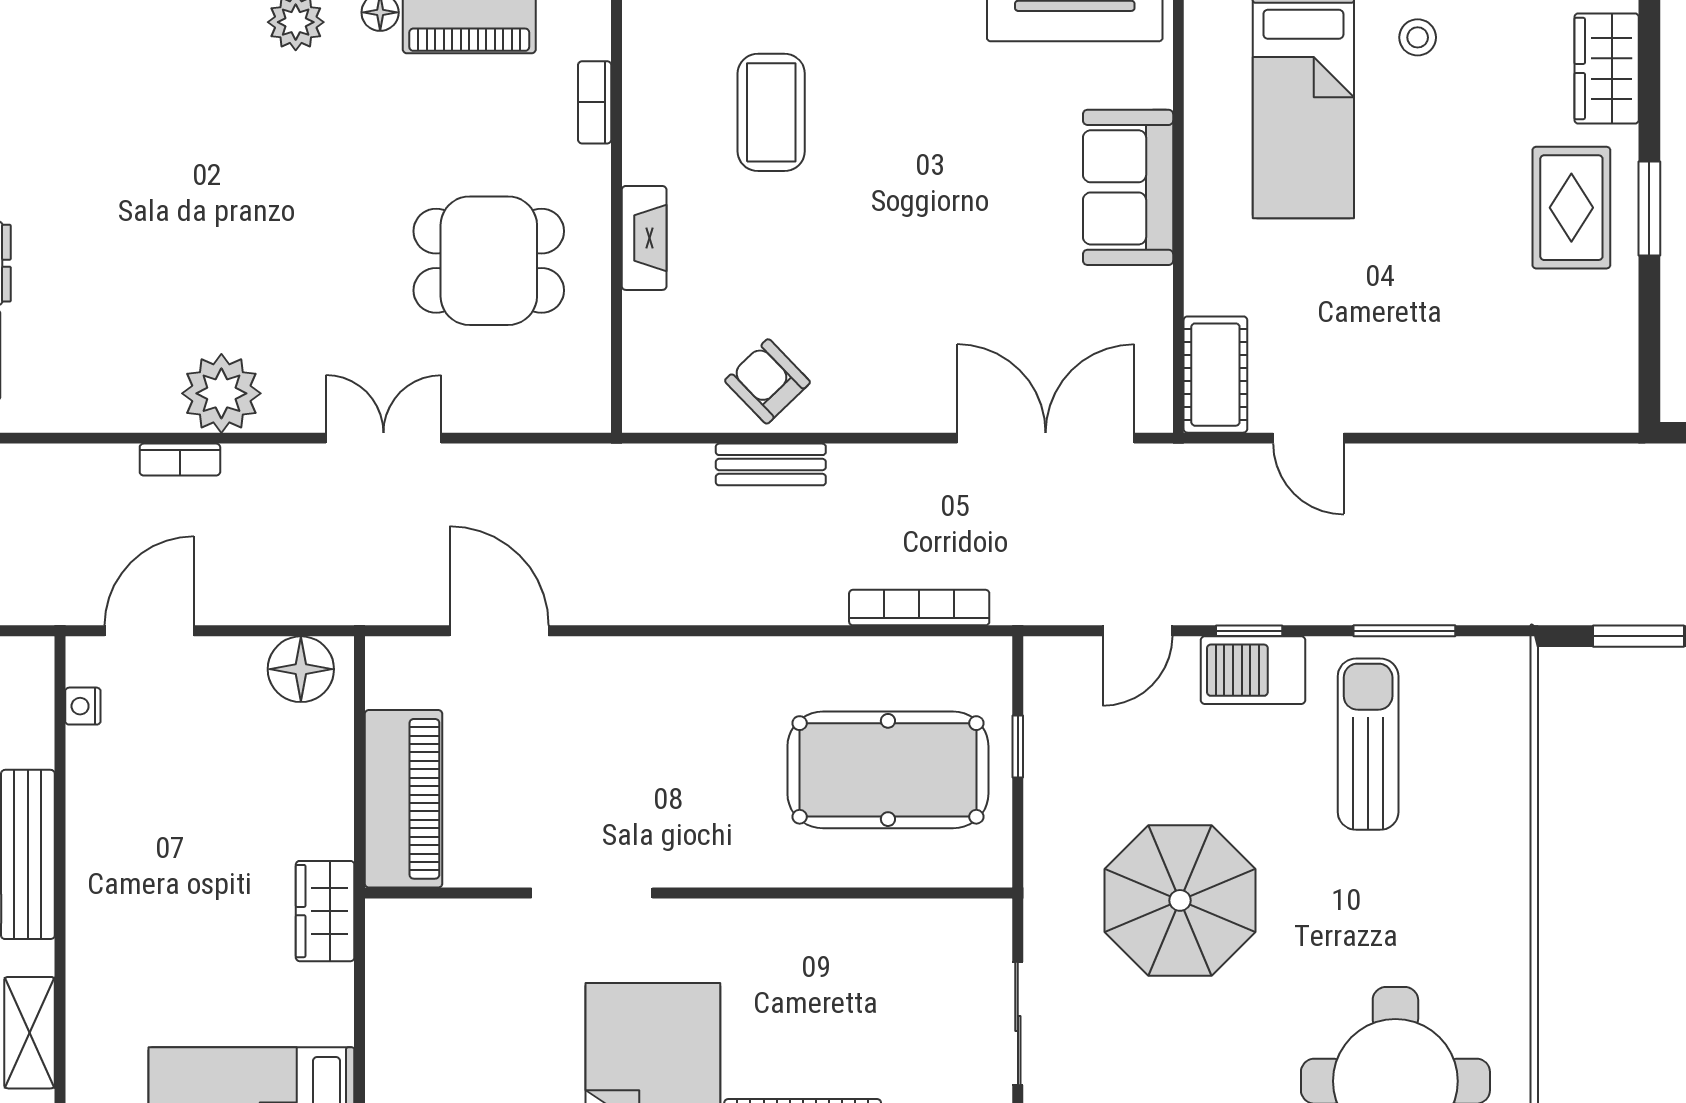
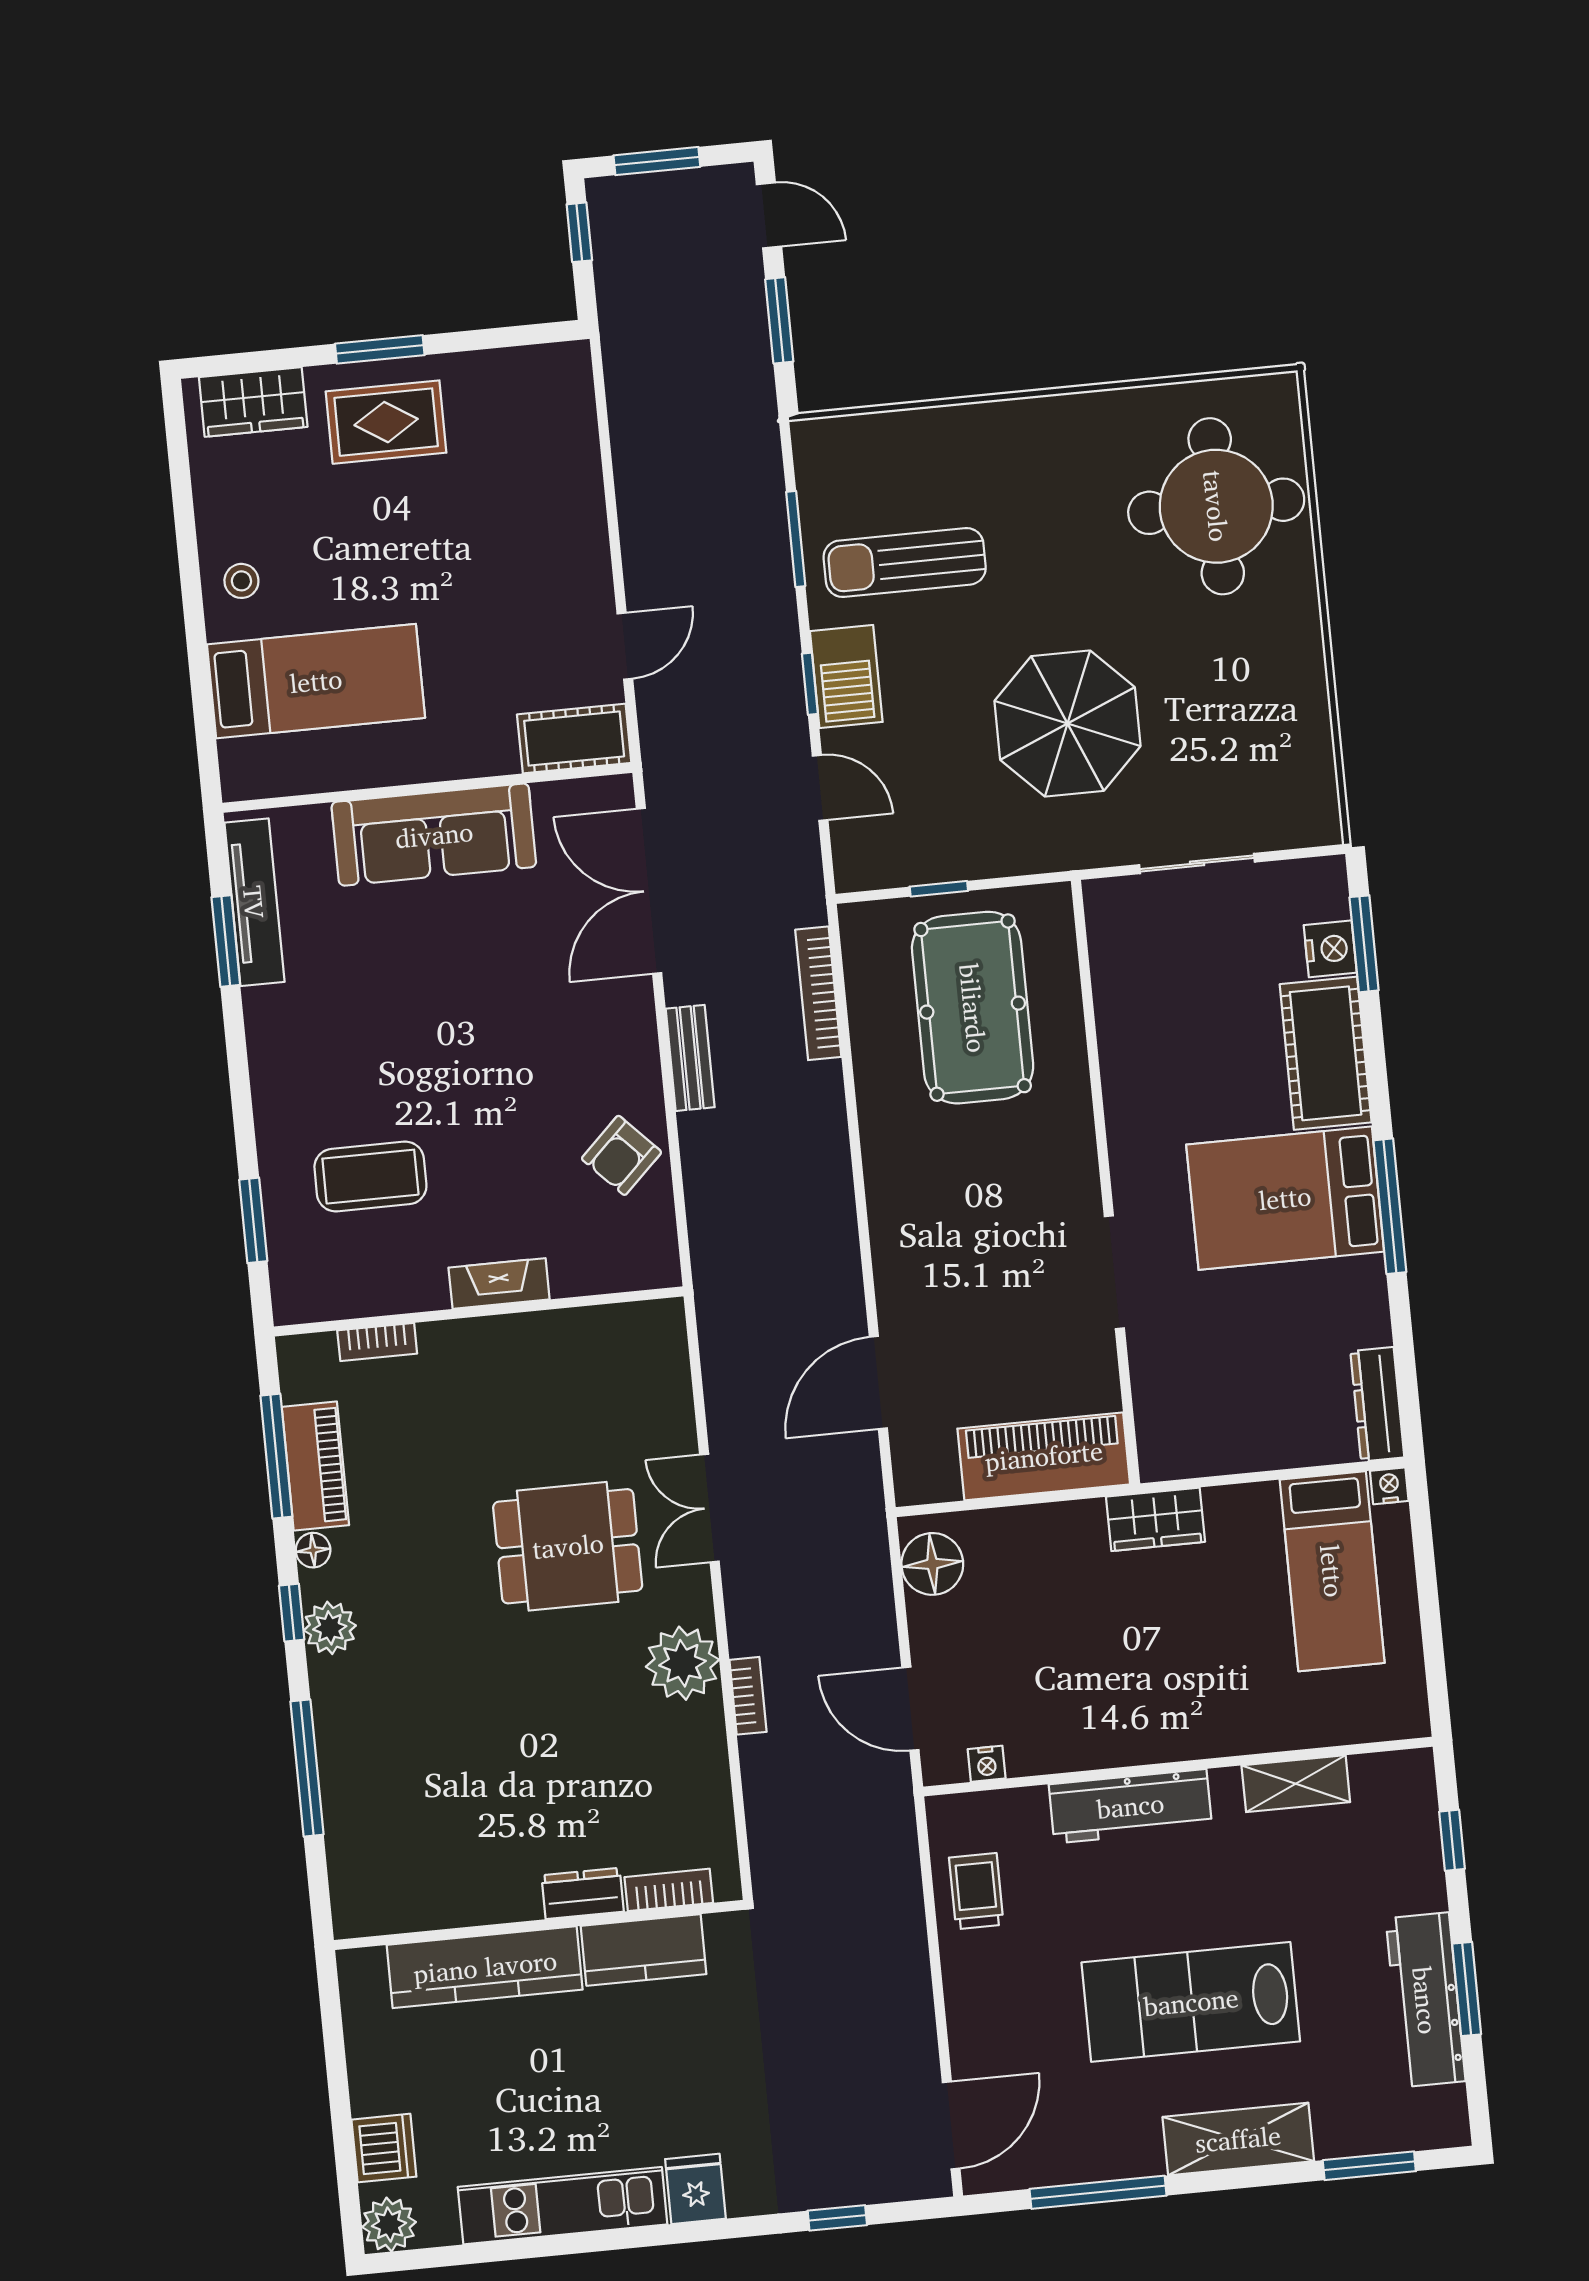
sofa: (1128, 187) -> (434, 835), width x1.36
dining table: (489, 261) -> (568, 1546), moved, turned 90
bench: (771, 464) -> (690, 1058), moved

